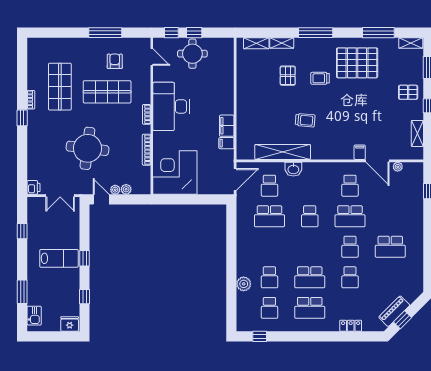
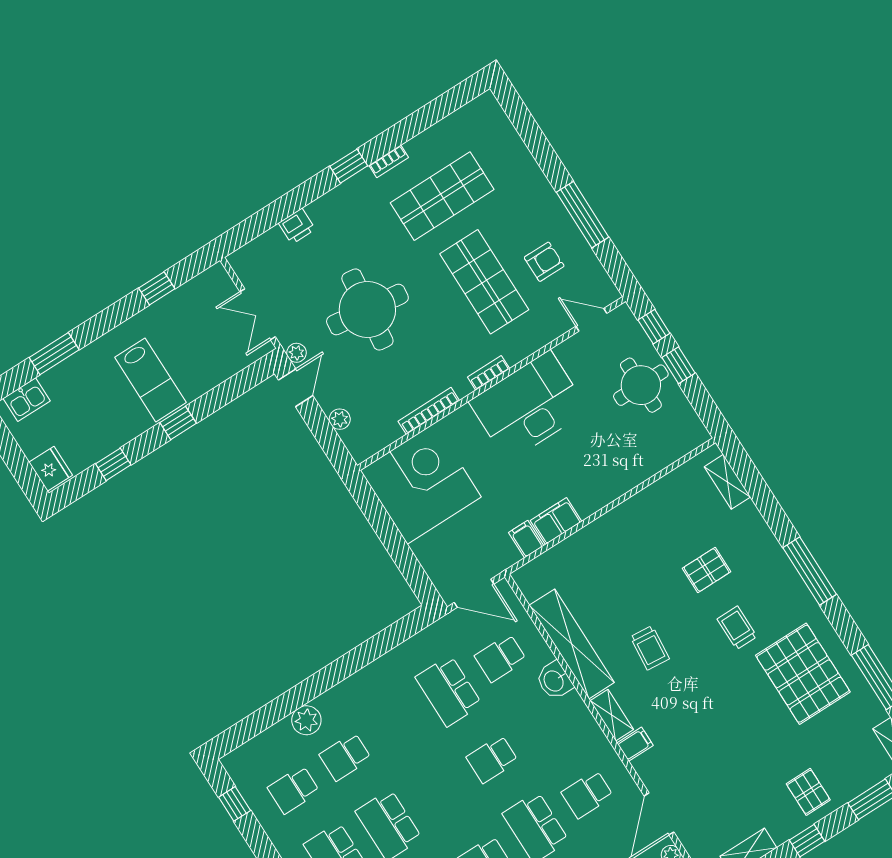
shelving: (282, 43) -> (612, 715), moved
door: (152, 57) -> (591, 320), swing flipped
filing cabinet: (360, 152) -> (635, 744), moved
printer: (34, 187) -> (297, 226), moved
plant: (115, 190) -> (297, 353), moved

